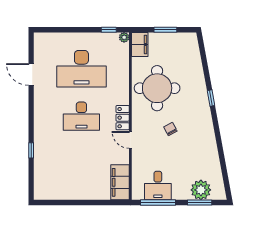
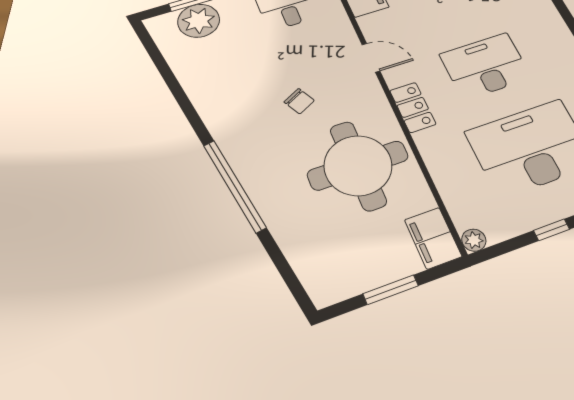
window: (109, 30) -> (552, 230), moved
window: (211, 98) -> (234, 186), width x3.17
locker: (123, 118) -> (413, 107), moved

